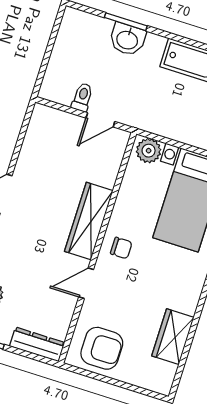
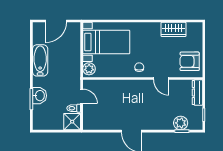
shower: (58, 86) -> (72, 122), added
wardrobe: (89, 221) -> (131, 87), removed
armchair: (102, 348) -> (190, 61), turned -90

